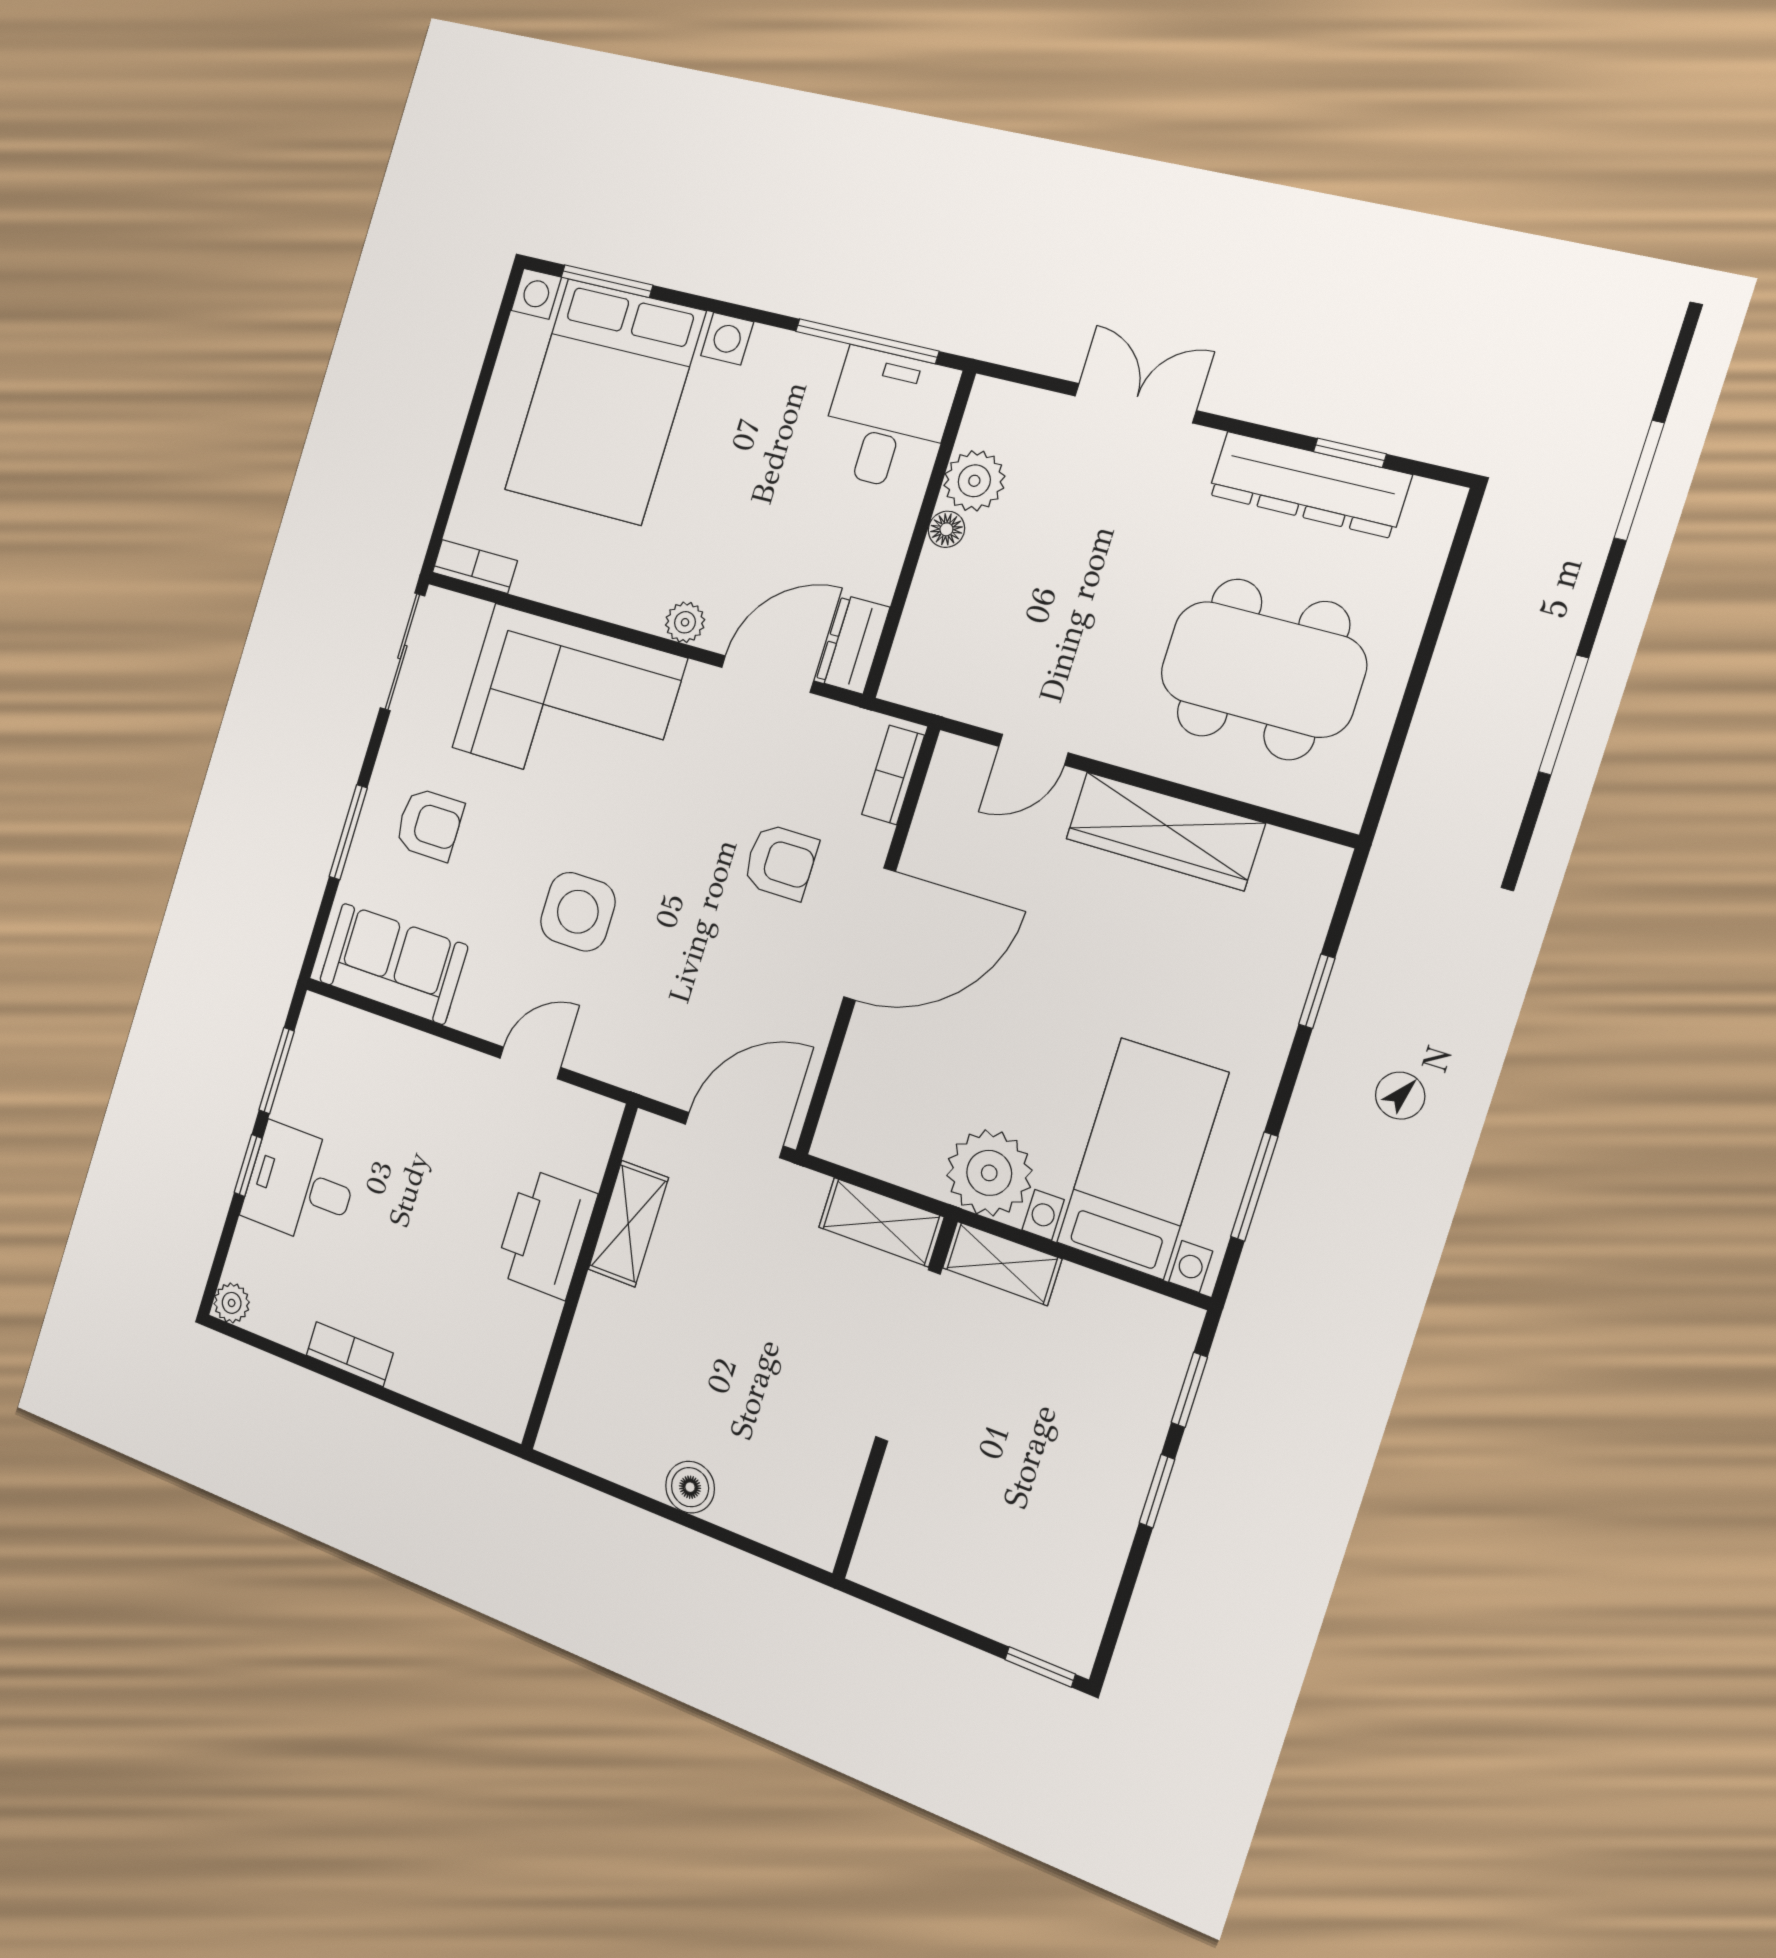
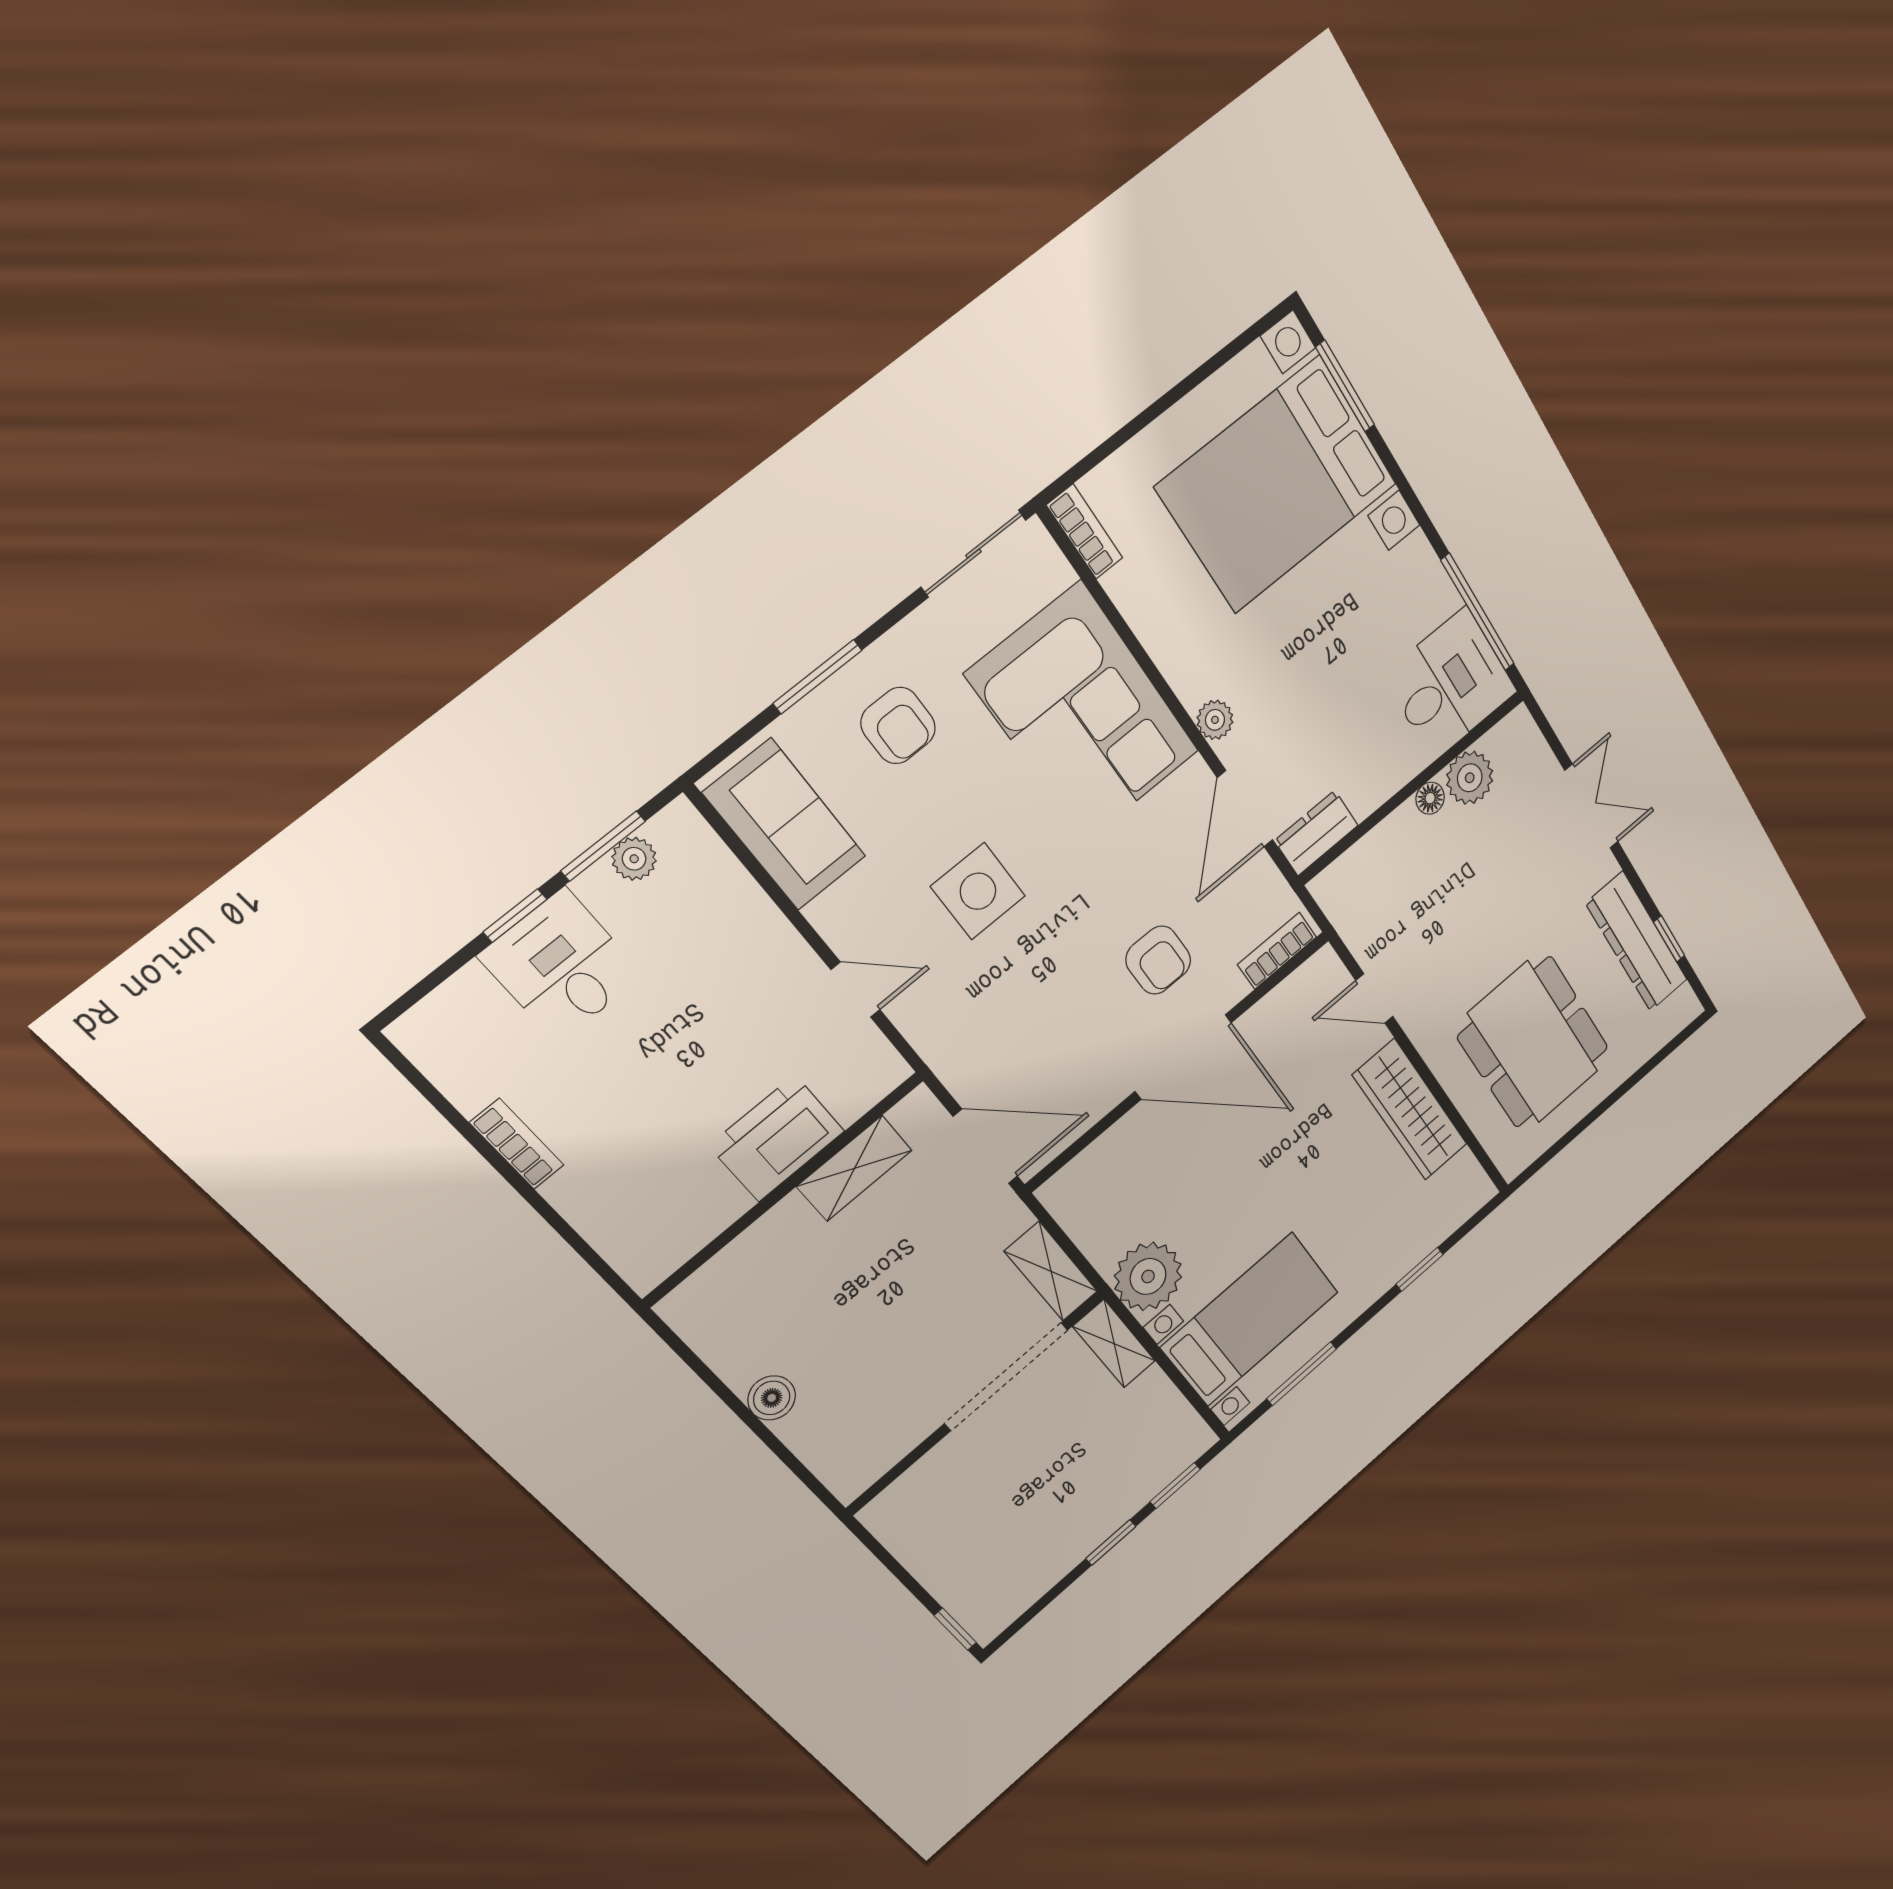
door: (767, 674) -> (1245, 809), swing flipped
plant: (232, 1303) -> (634, 859), moved

